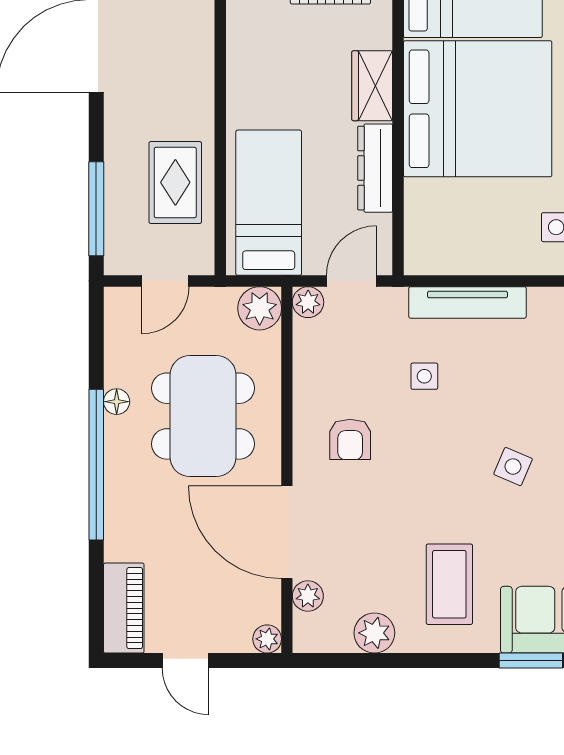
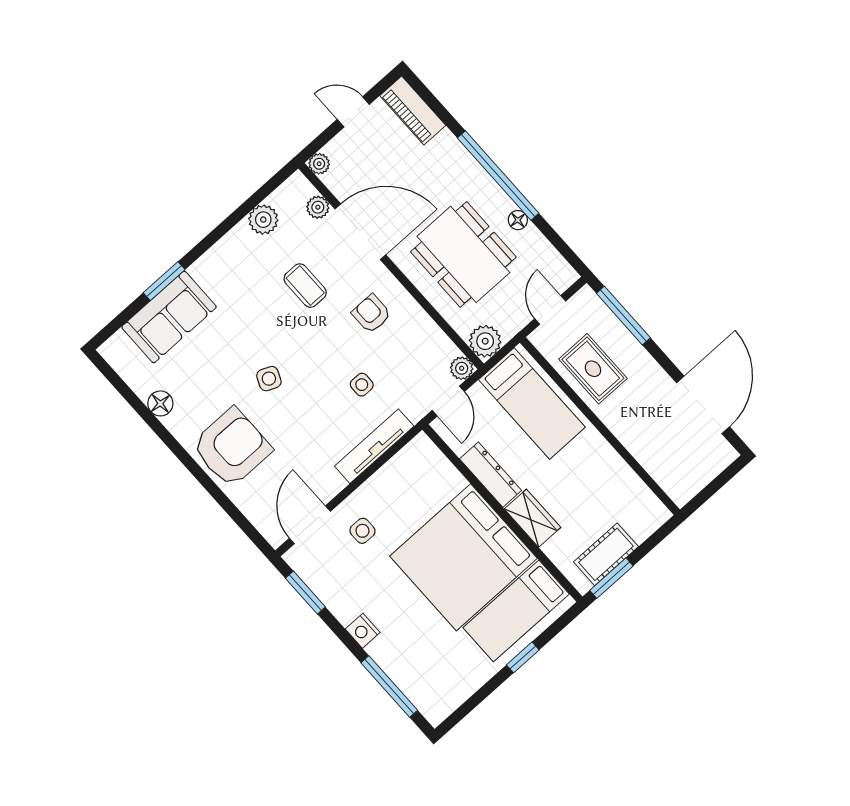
coffee table: (449, 584) -> (305, 286), moved, width x0.73, depth x0.77

